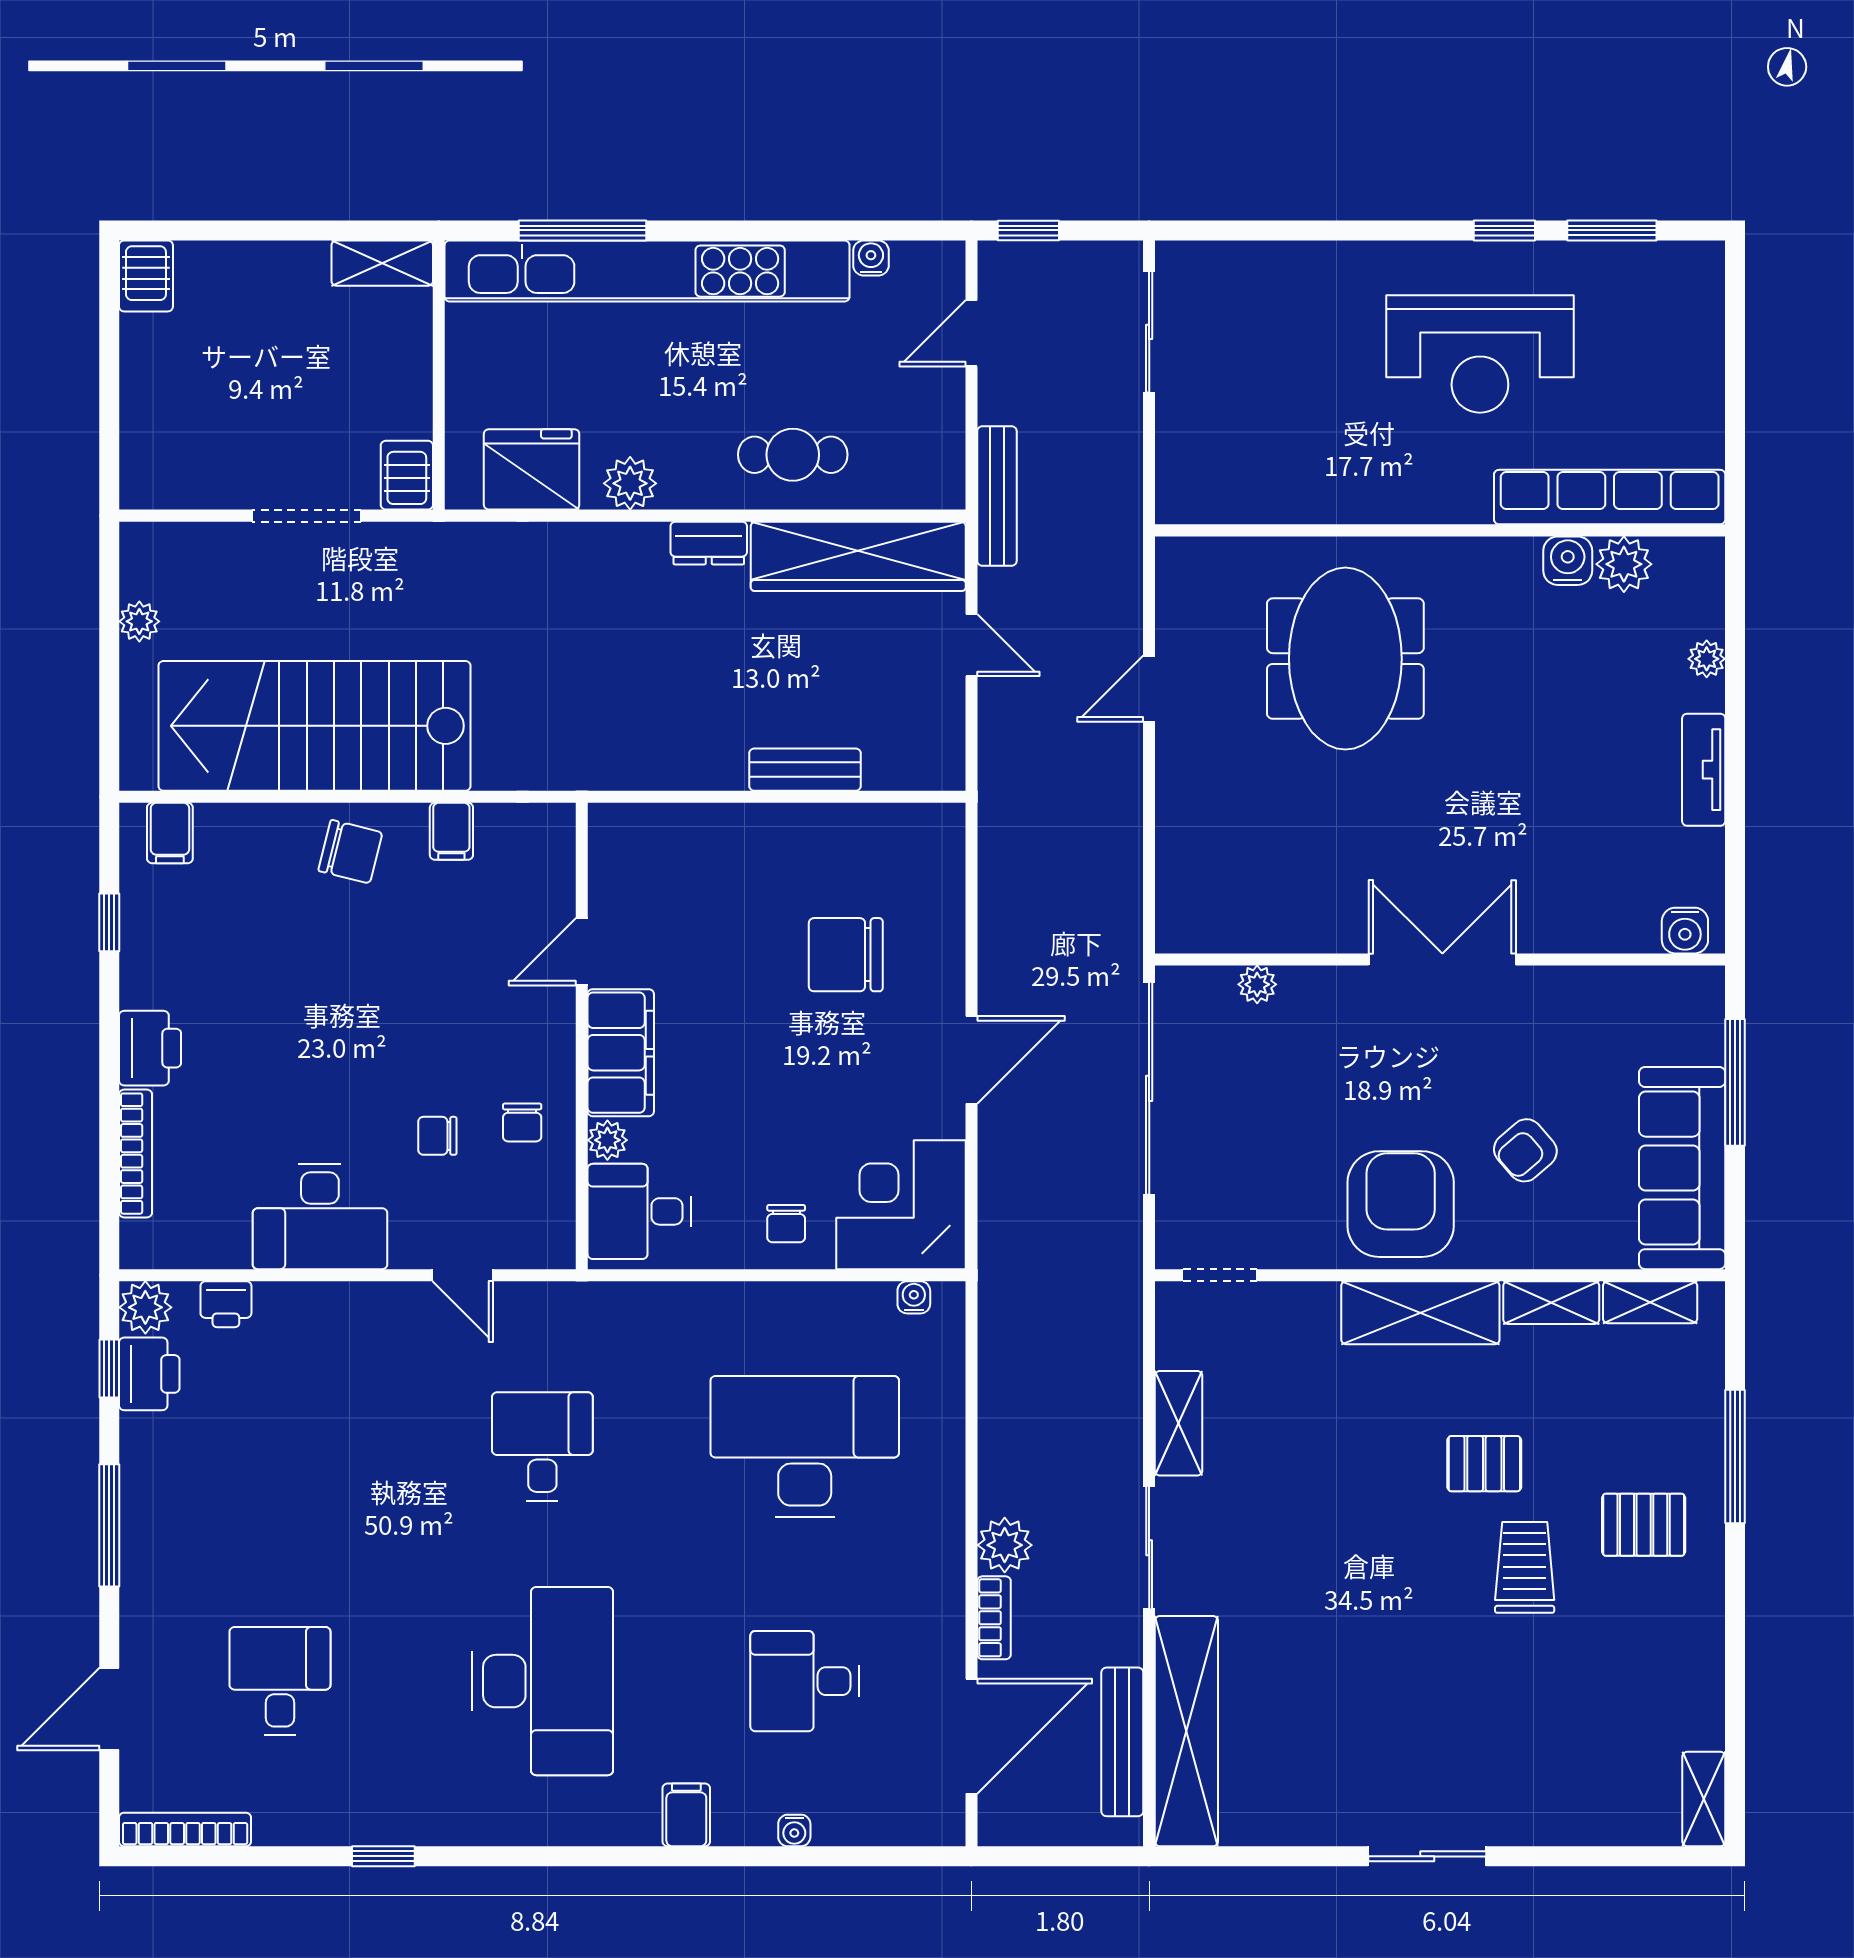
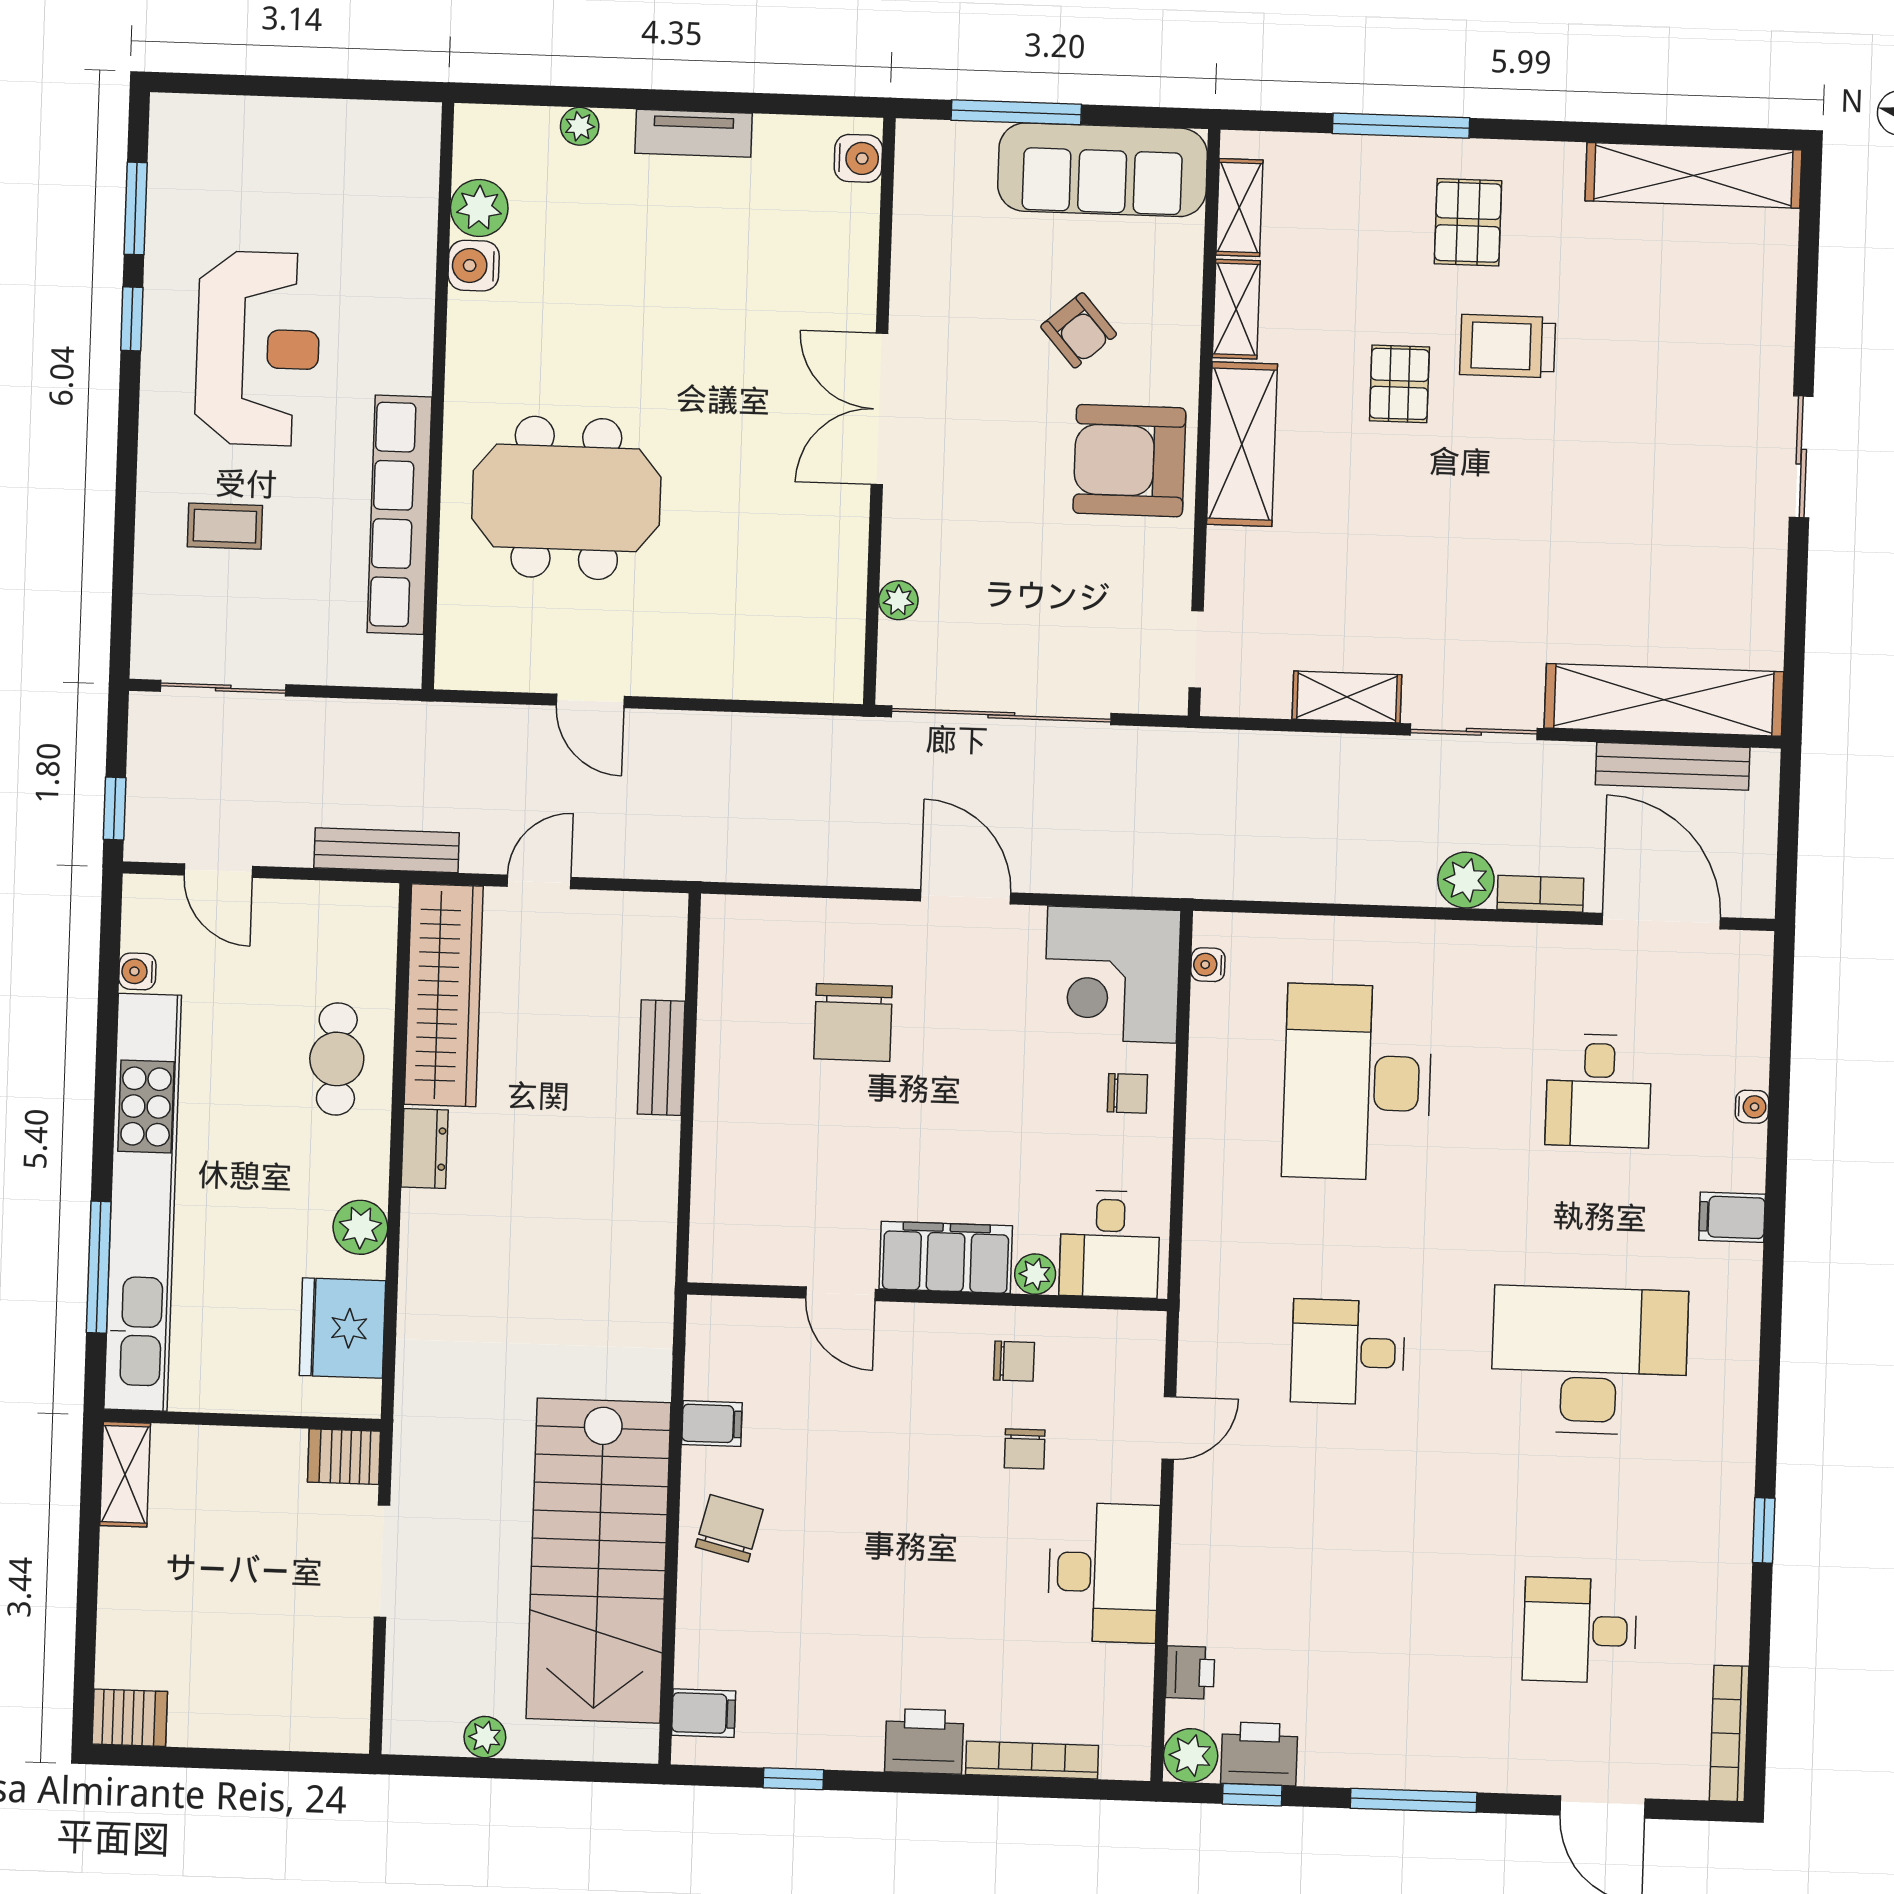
coffee table: (1306, 328) -> (225, 526), added
row of seats: (1610, 497) -> (399, 515), moved
shelving: (1704, 1799) -> (1693, 175), width x2.20, depth x1.33

